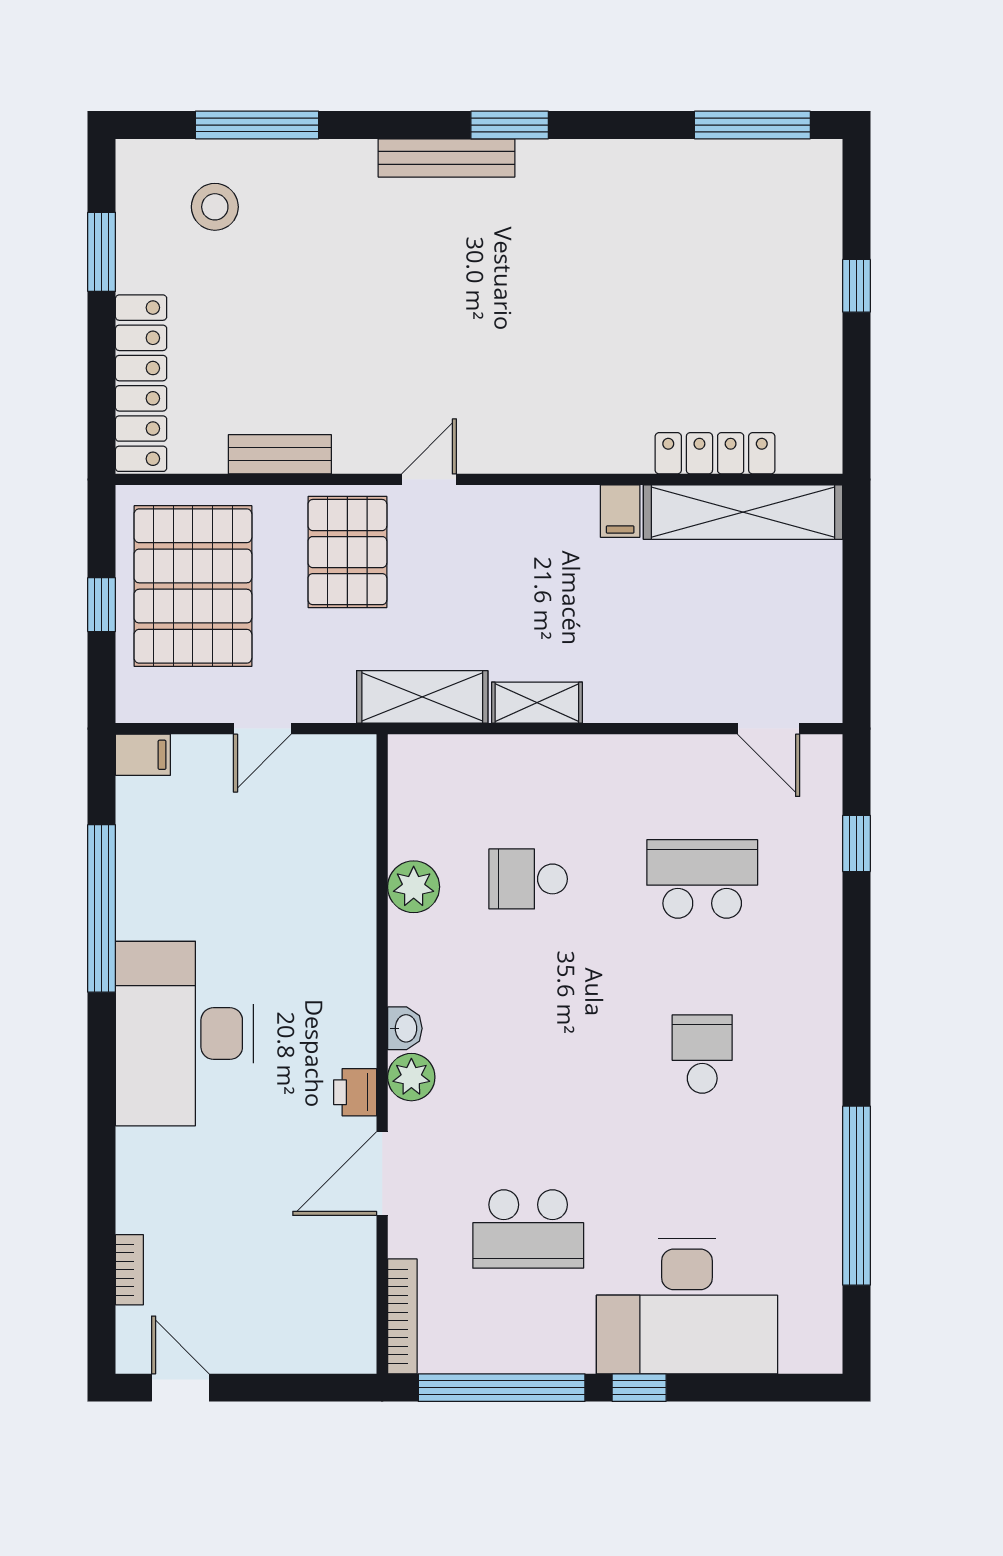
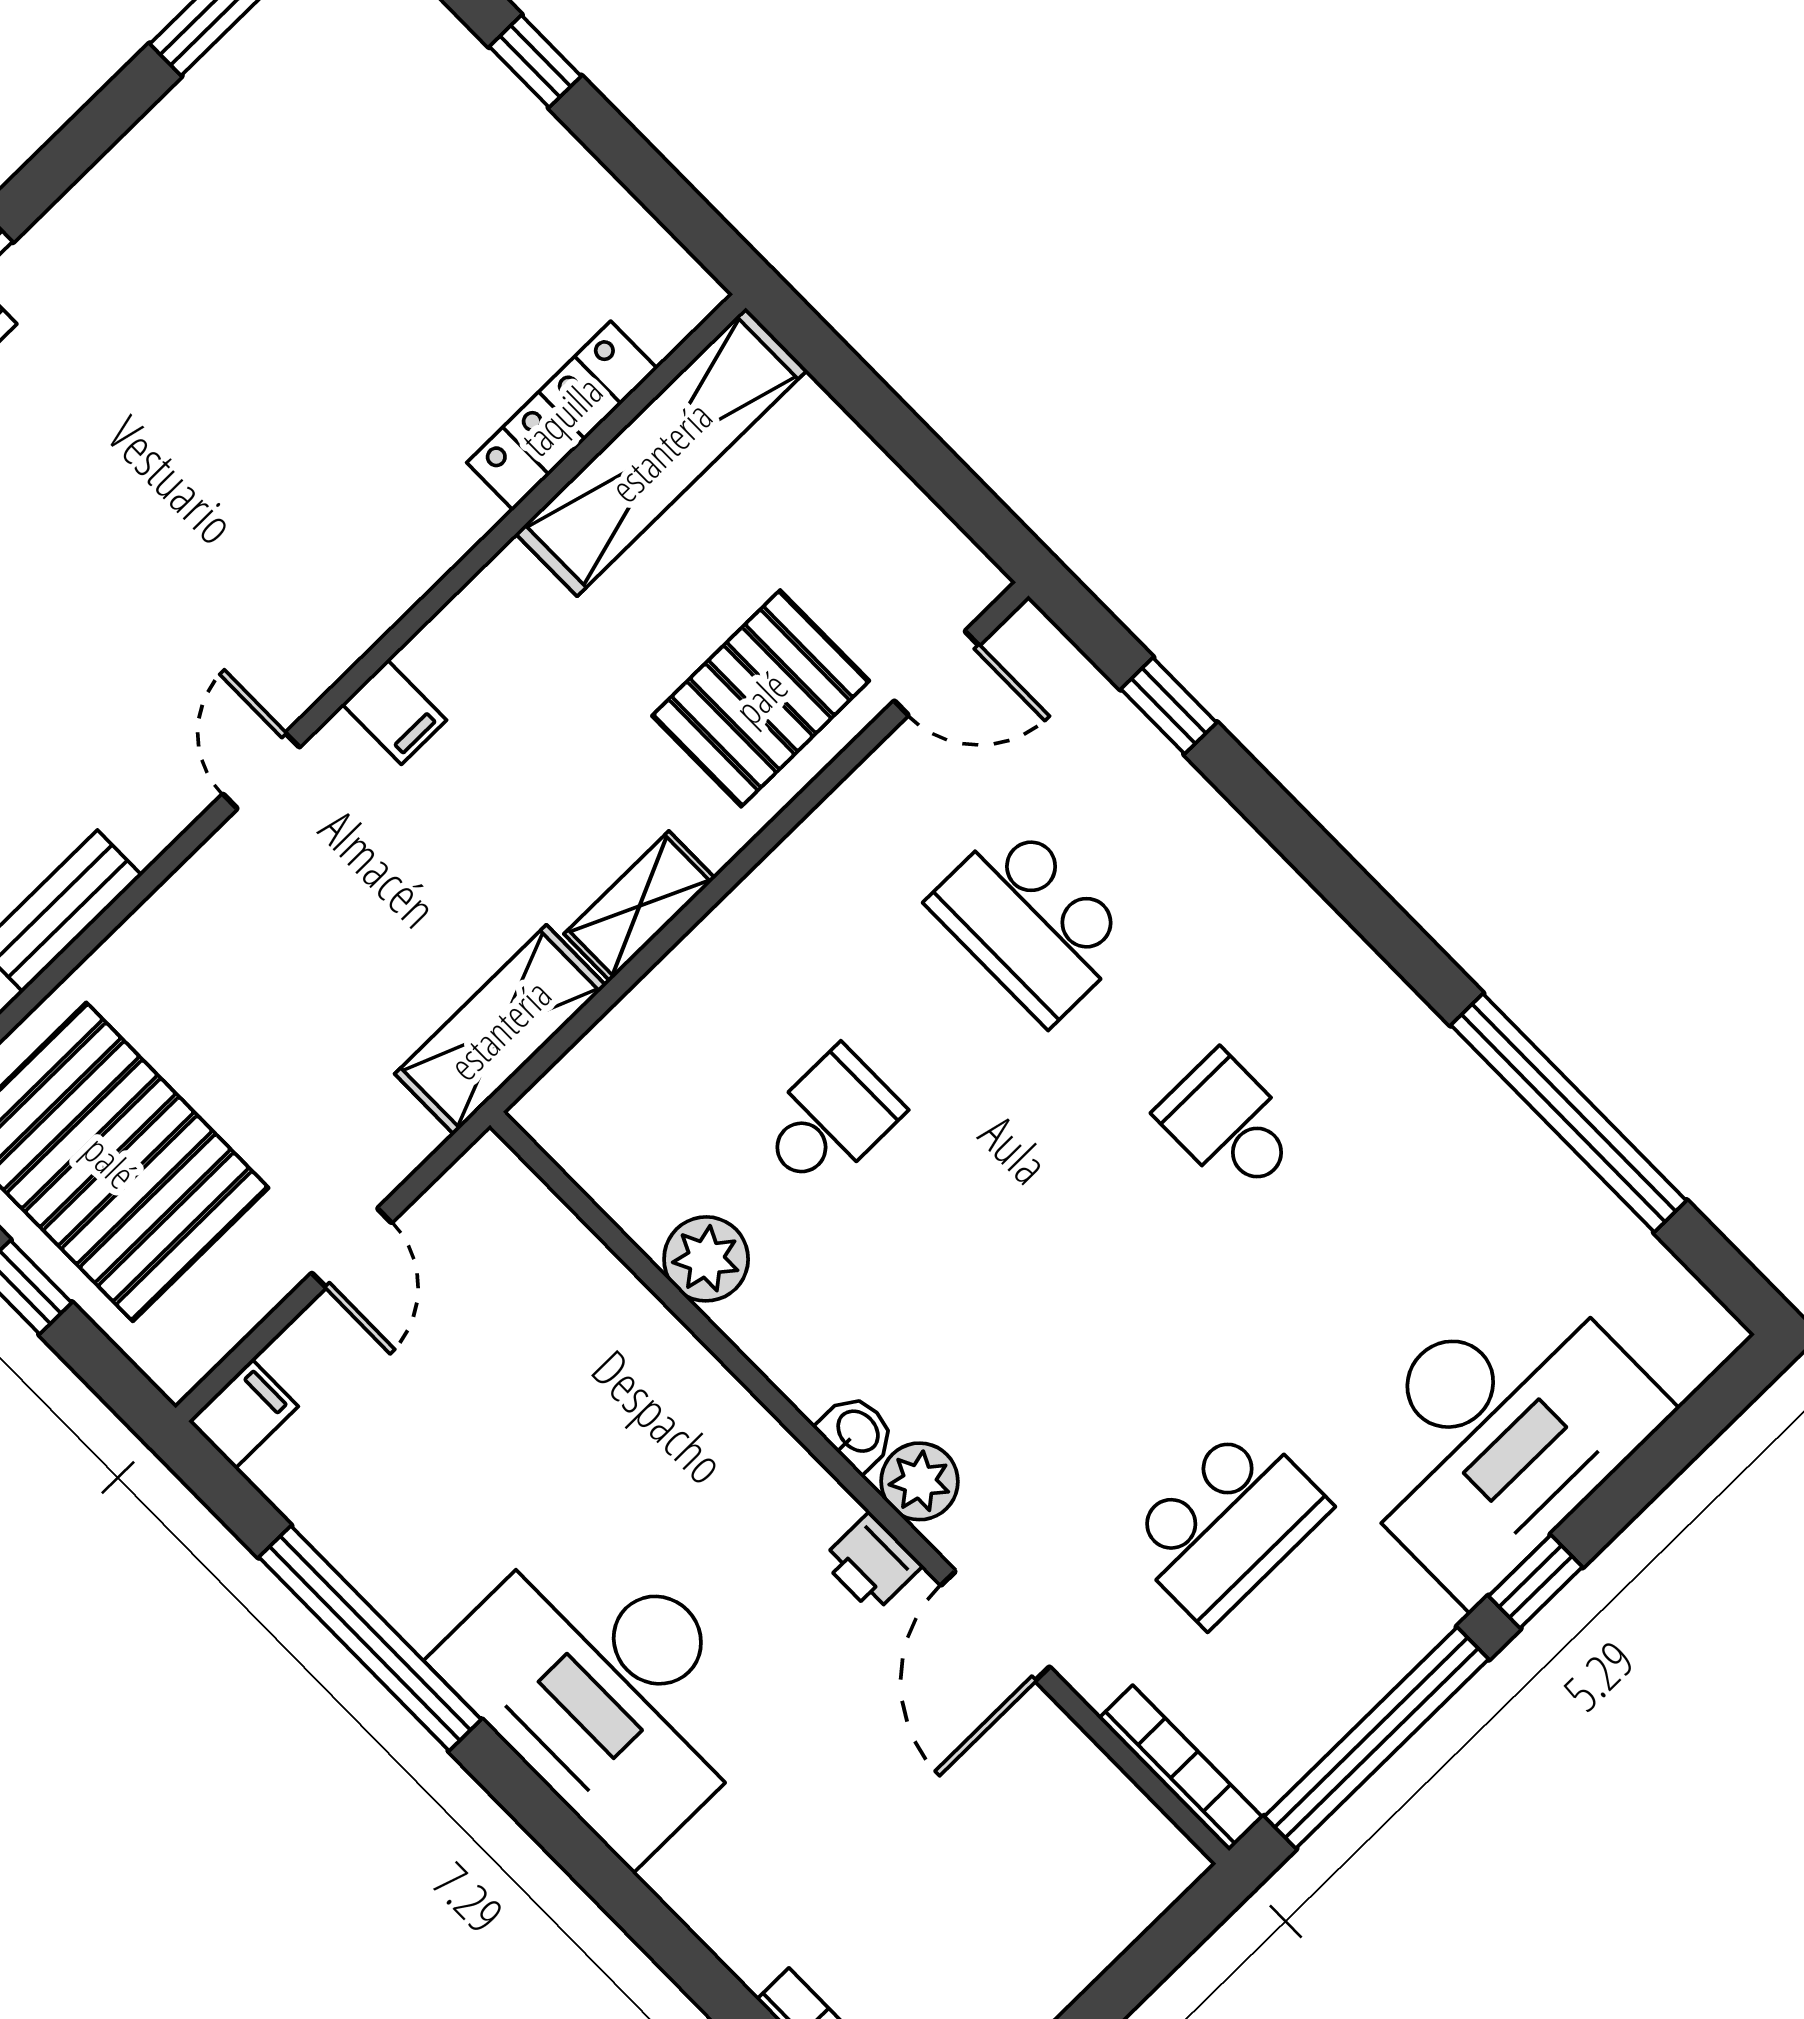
filing cabinet: (620, 511) -> (394, 712), moved
pallet: (347, 552) -> (761, 698), moved, turned 90
school desk: (528, 879) -> (830, 1120), turned 180
school desk: (702, 879) -> (1031, 922), turned -90

